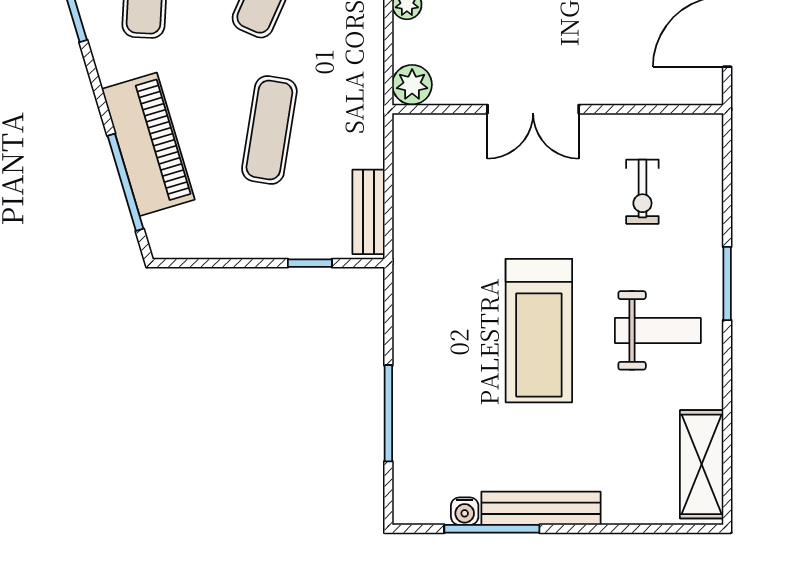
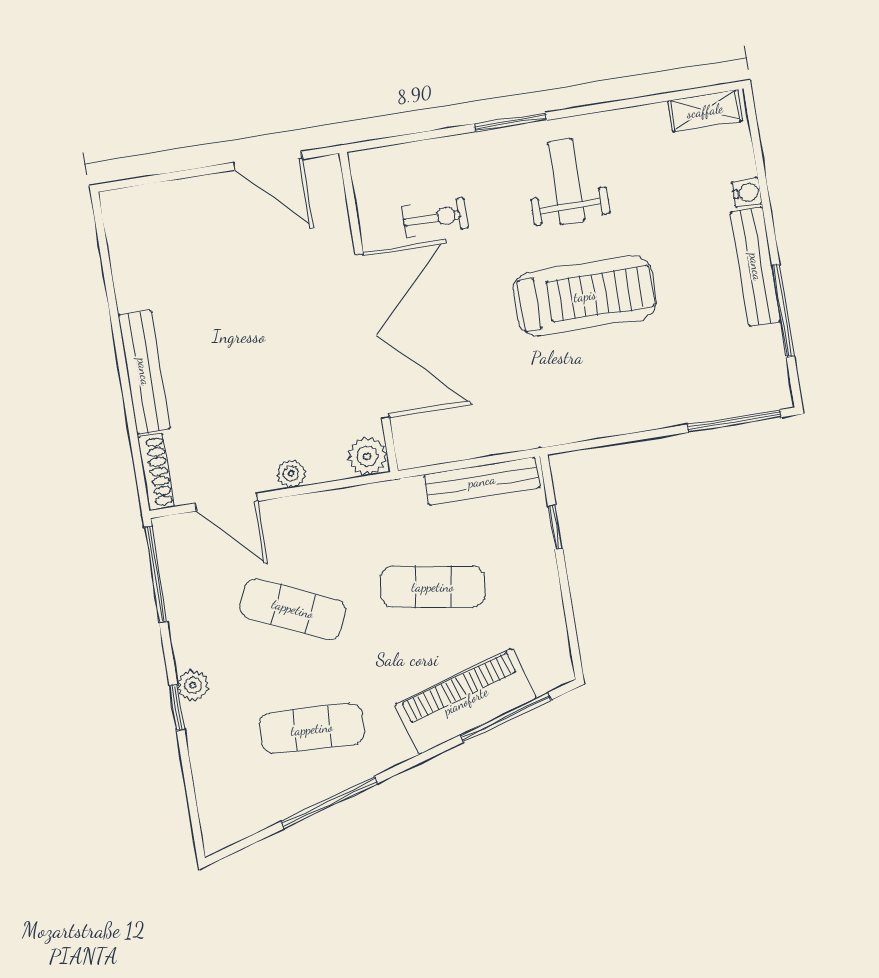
double door: (533, 109) -> (372, 336), width x1.87
bench: (368, 212) -> (482, 481), width x1.36
window: (388, 413) -> (734, 421), moved
shelving: (702, 464) -> (705, 111), width x0.67, depth x0.75
water cooler: (465, 511) -> (747, 193), moved

